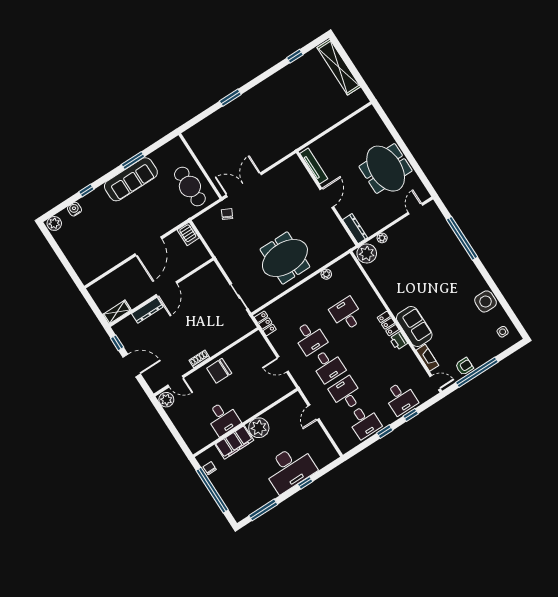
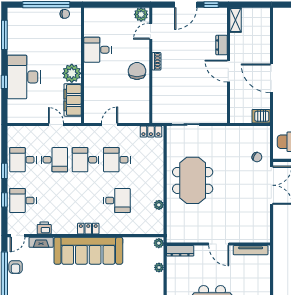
plant: (367, 254) -> (159, 243), width x0.53, depth x0.53
dresser: (147, 310) -> (221, 45), width x0.70
sofa: (414, 327) -> (88, 251), width x1.85, depth x1.27
printer: (398, 341) -> (44, 228), moved
filing cabinet: (234, 442) -> (73, 100), moved

